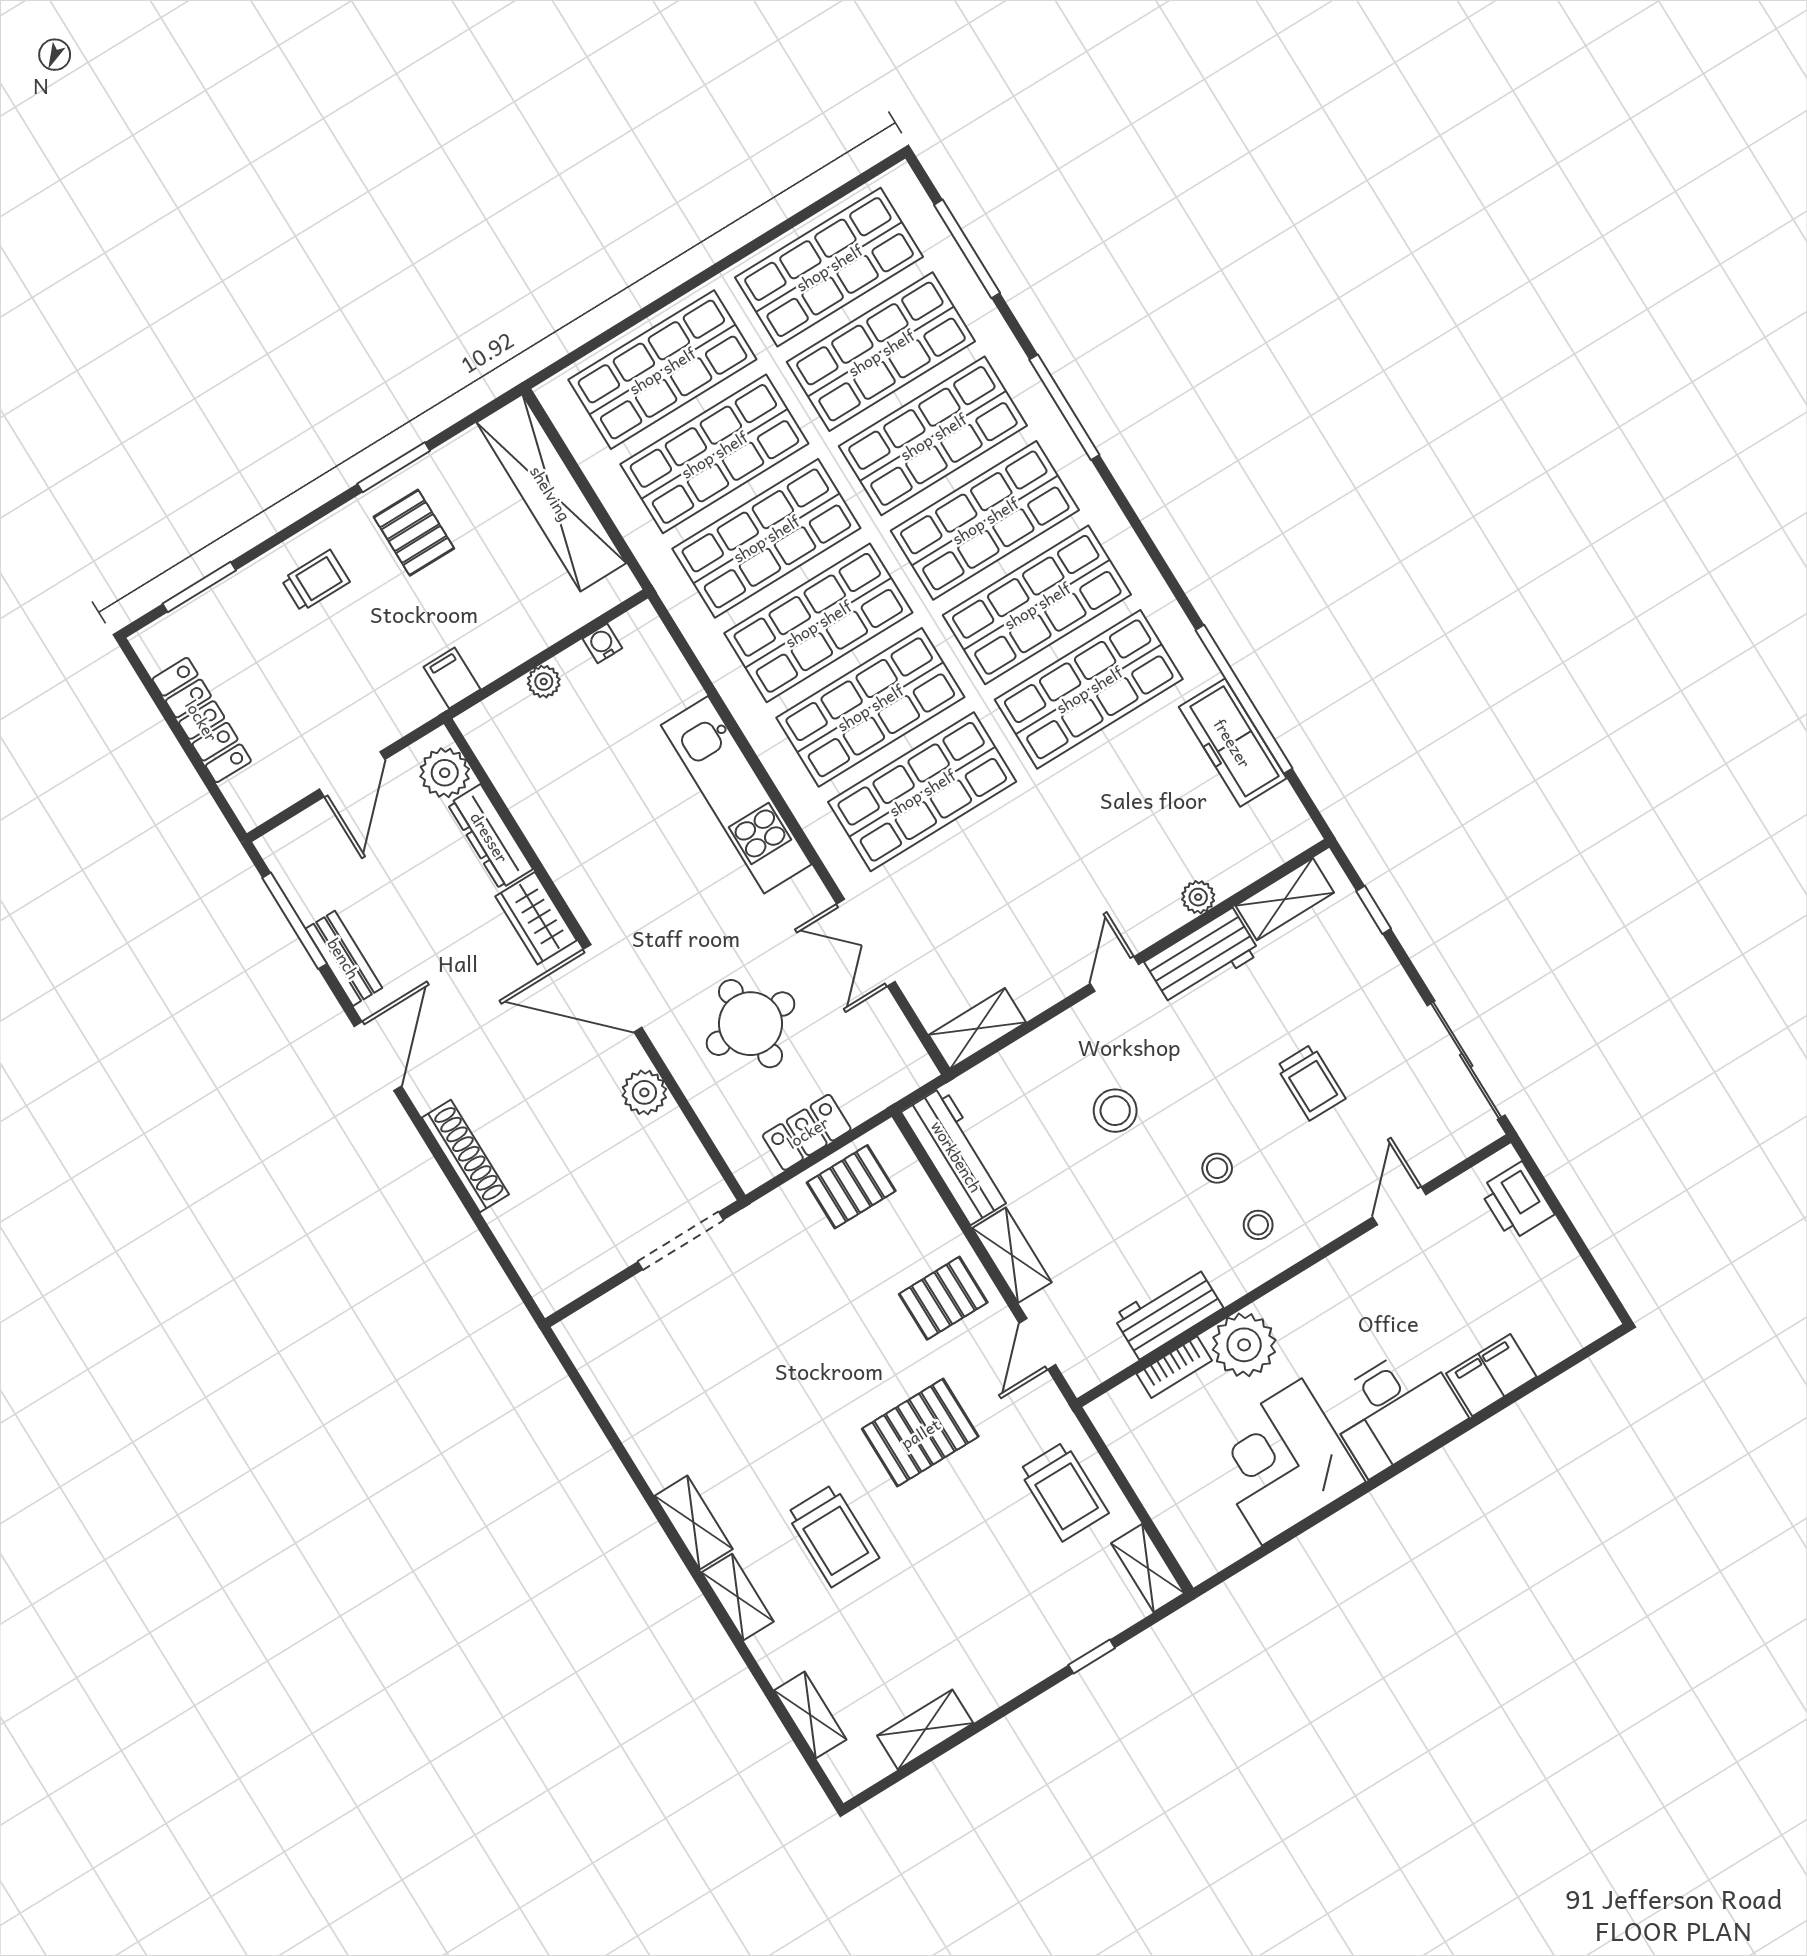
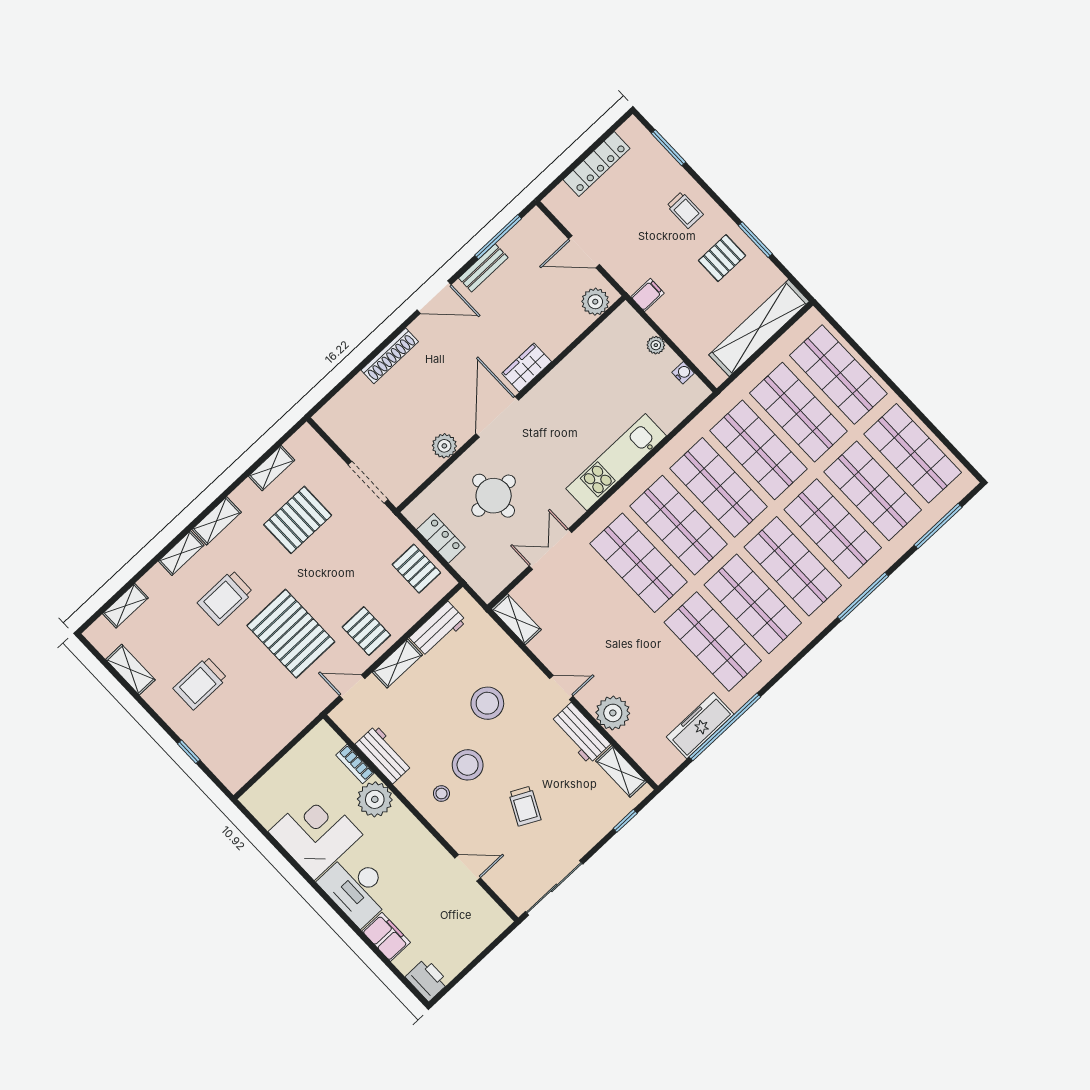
dresser: (490, 837) -> (566, 334), removed
plant: (1198, 897) -> (613, 713), width x1.88, depth x1.88
trolley: (1311, 1082) -> (525, 806), turned -63
stool: (1115, 1111) -> (487, 703), width x1.38, depth x1.38
workbench: (957, 1156) -> (438, 629), width x0.73
stool: (1217, 1168) -> (468, 765), width x1.89, depth x1.89
printer: (1516, 1201) -> (427, 980), moved, turned 90
pallet: (722, 1379) -> (298, 520), added
pallet: (920, 1433) -> (291, 634), width x1.37, depth x1.41
trolley: (1064, 1491) -> (200, 683), moved
shelving: (1148, 1568) -> (272, 468), moved

